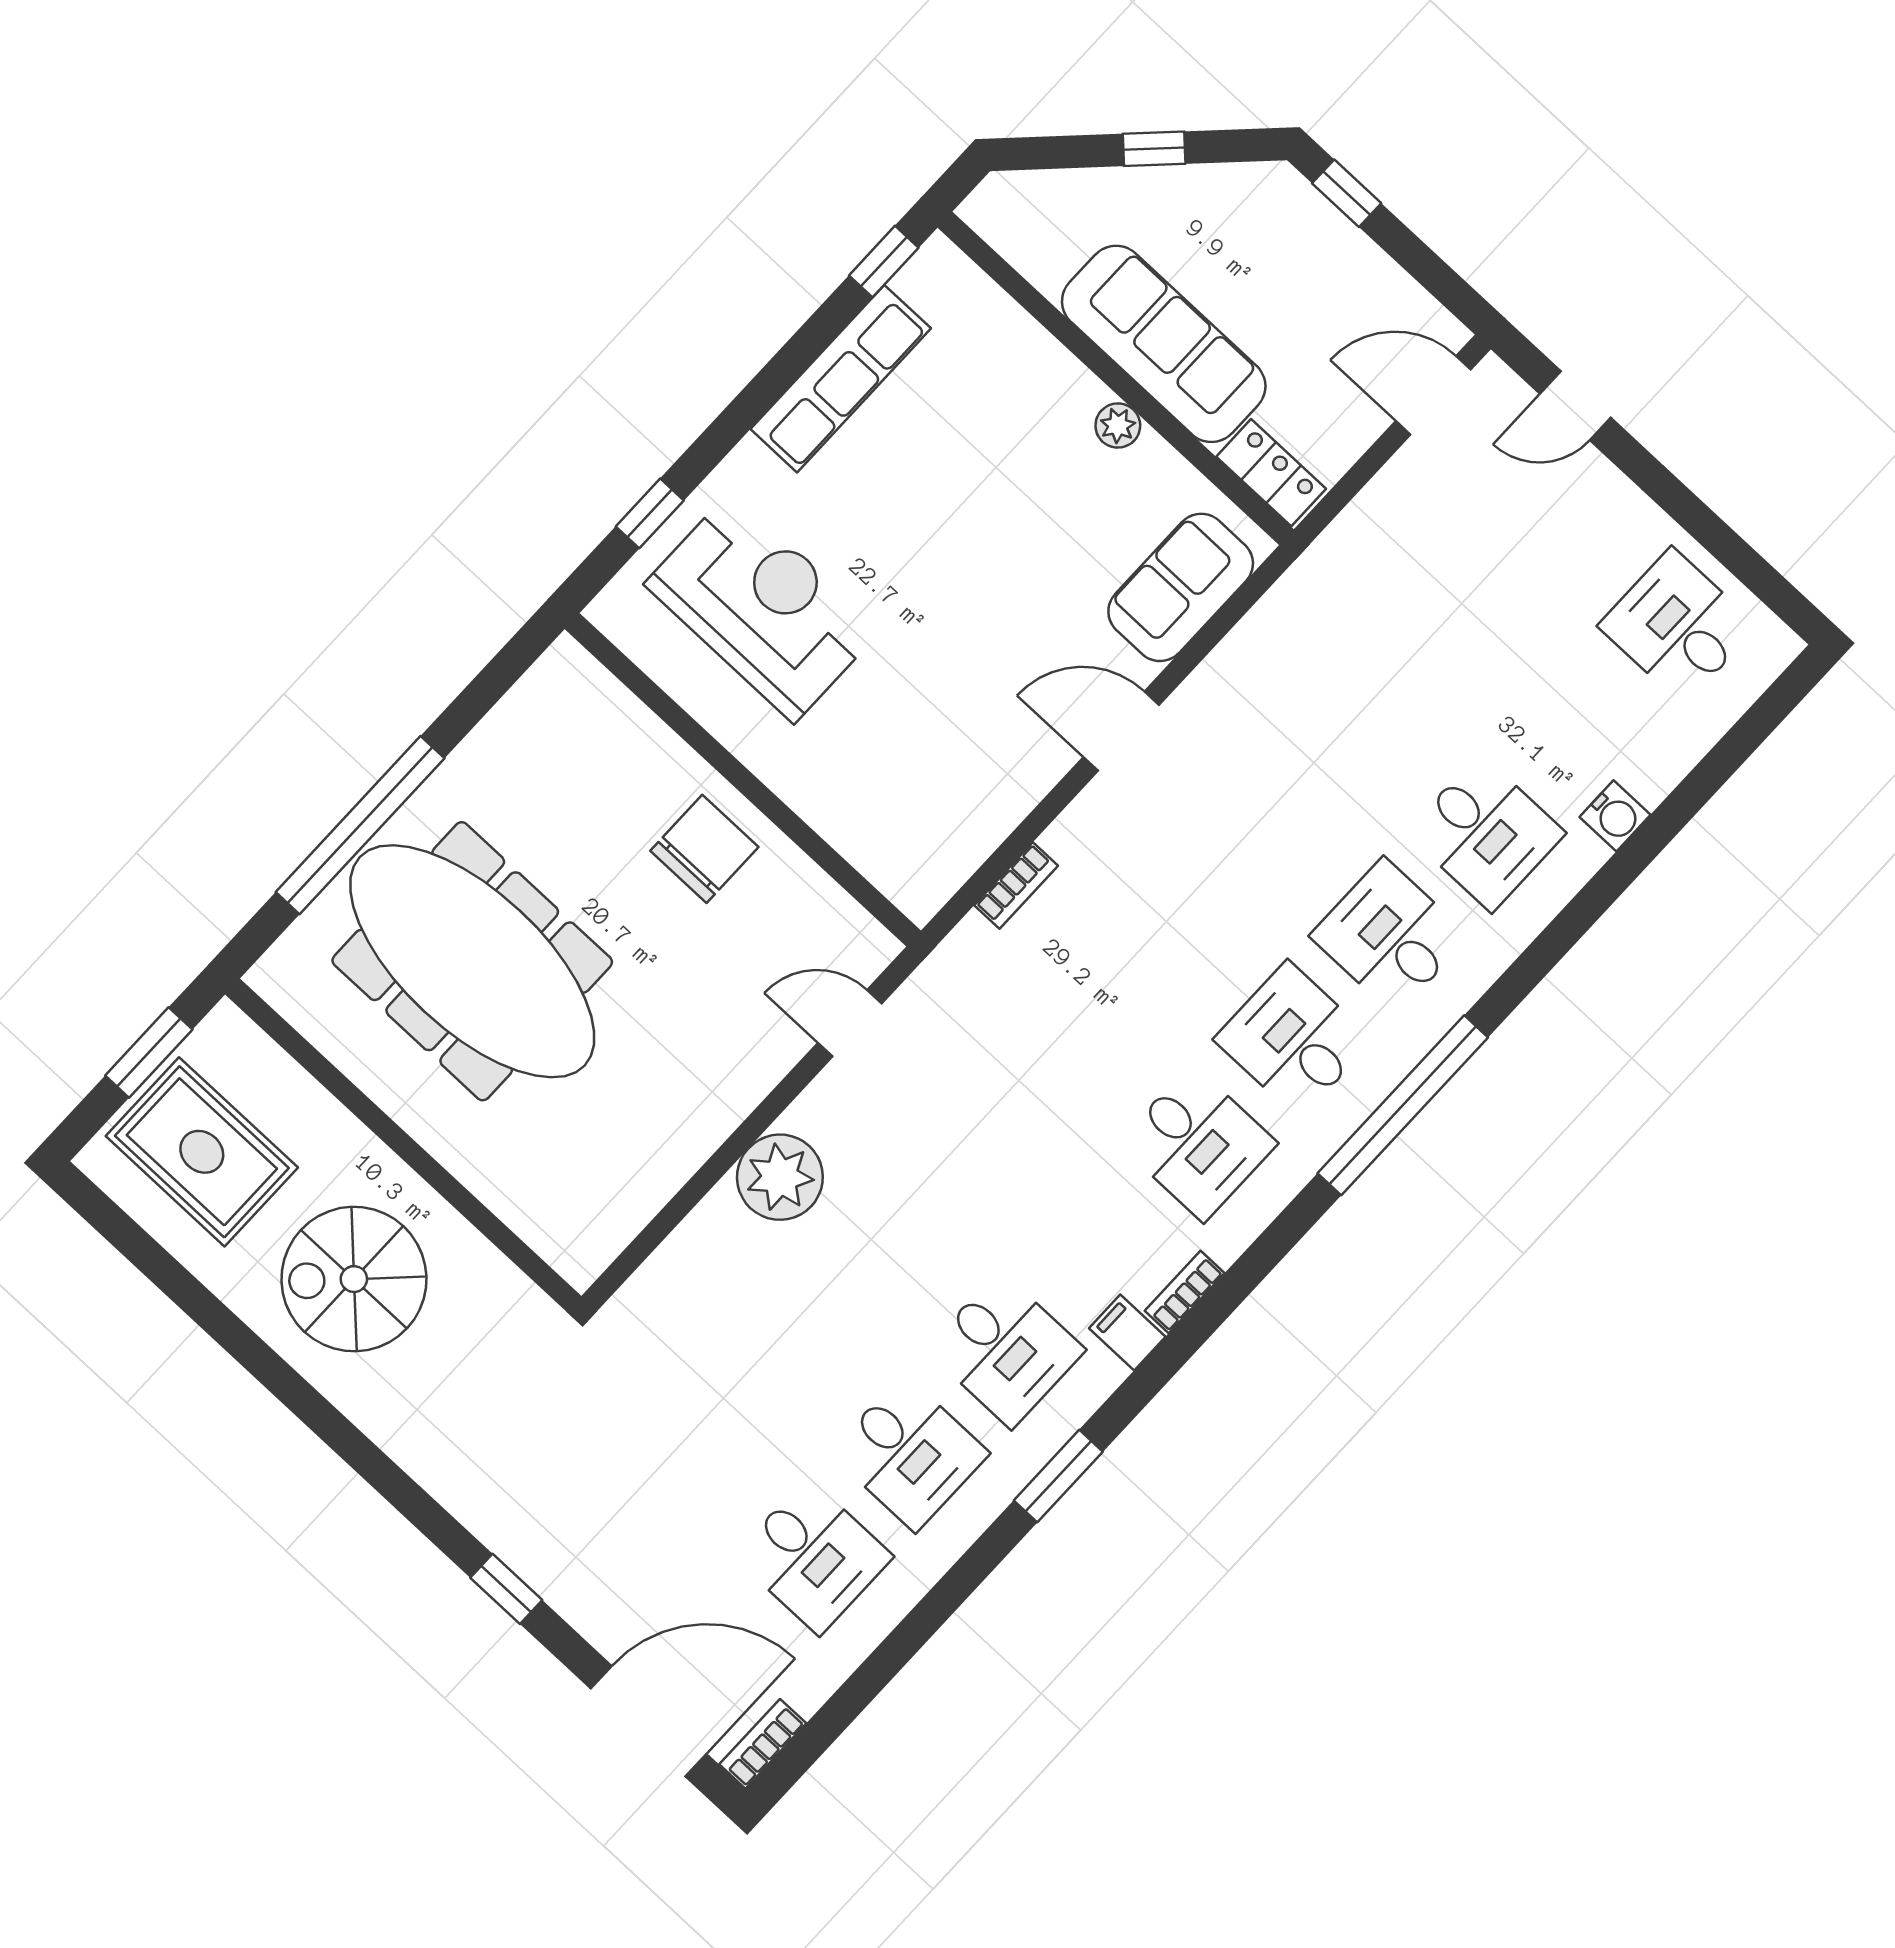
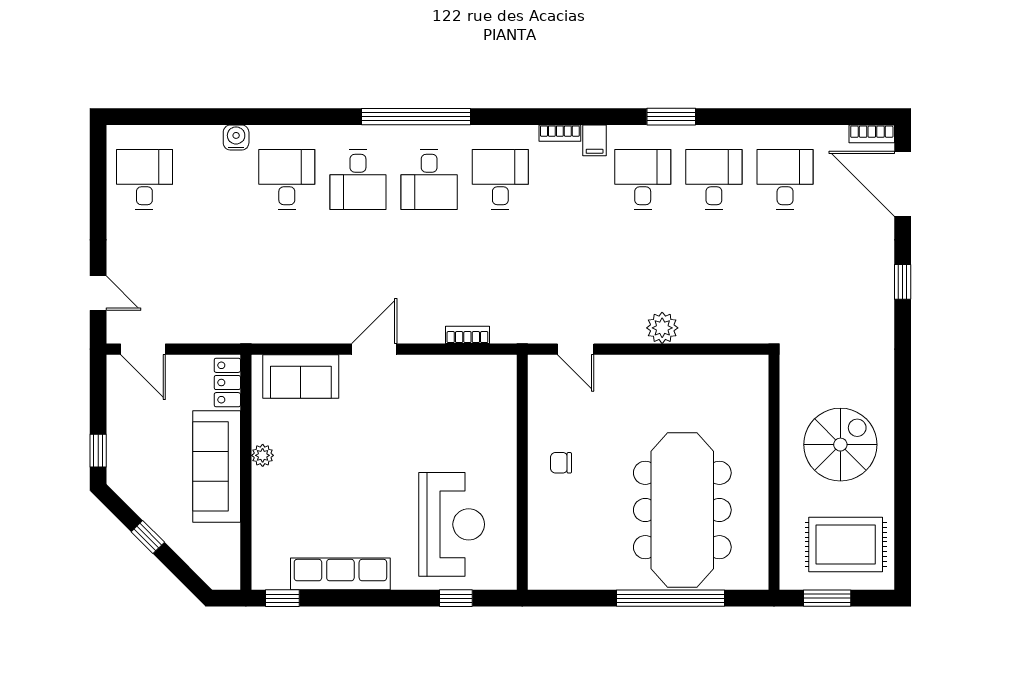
reception desk: (762, 607) -> (452, 524), turned 180
desk: (1678, 626) -> (144, 180), turned 180
door: (1121, 731) -> (374, 349), swing flipped
chair: (704, 849) -> (561, 463), width x0.54, depth x0.54
rug: (202, 1152) -> (846, 544), turned 90
plant: (780, 1177) -> (662, 328), width x0.73, depth x0.73
spiral stairs: (354, 1279) -> (840, 445), turned -90

